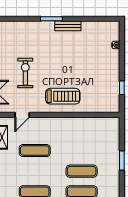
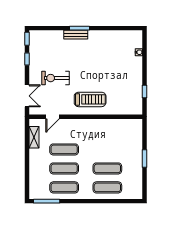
bench: (68, 26) -> (76, 35), moved
exercise bike: (25, 73) -> (56, 78), turned -90
exercise mat: (35, 171) -> (64, 168), added

